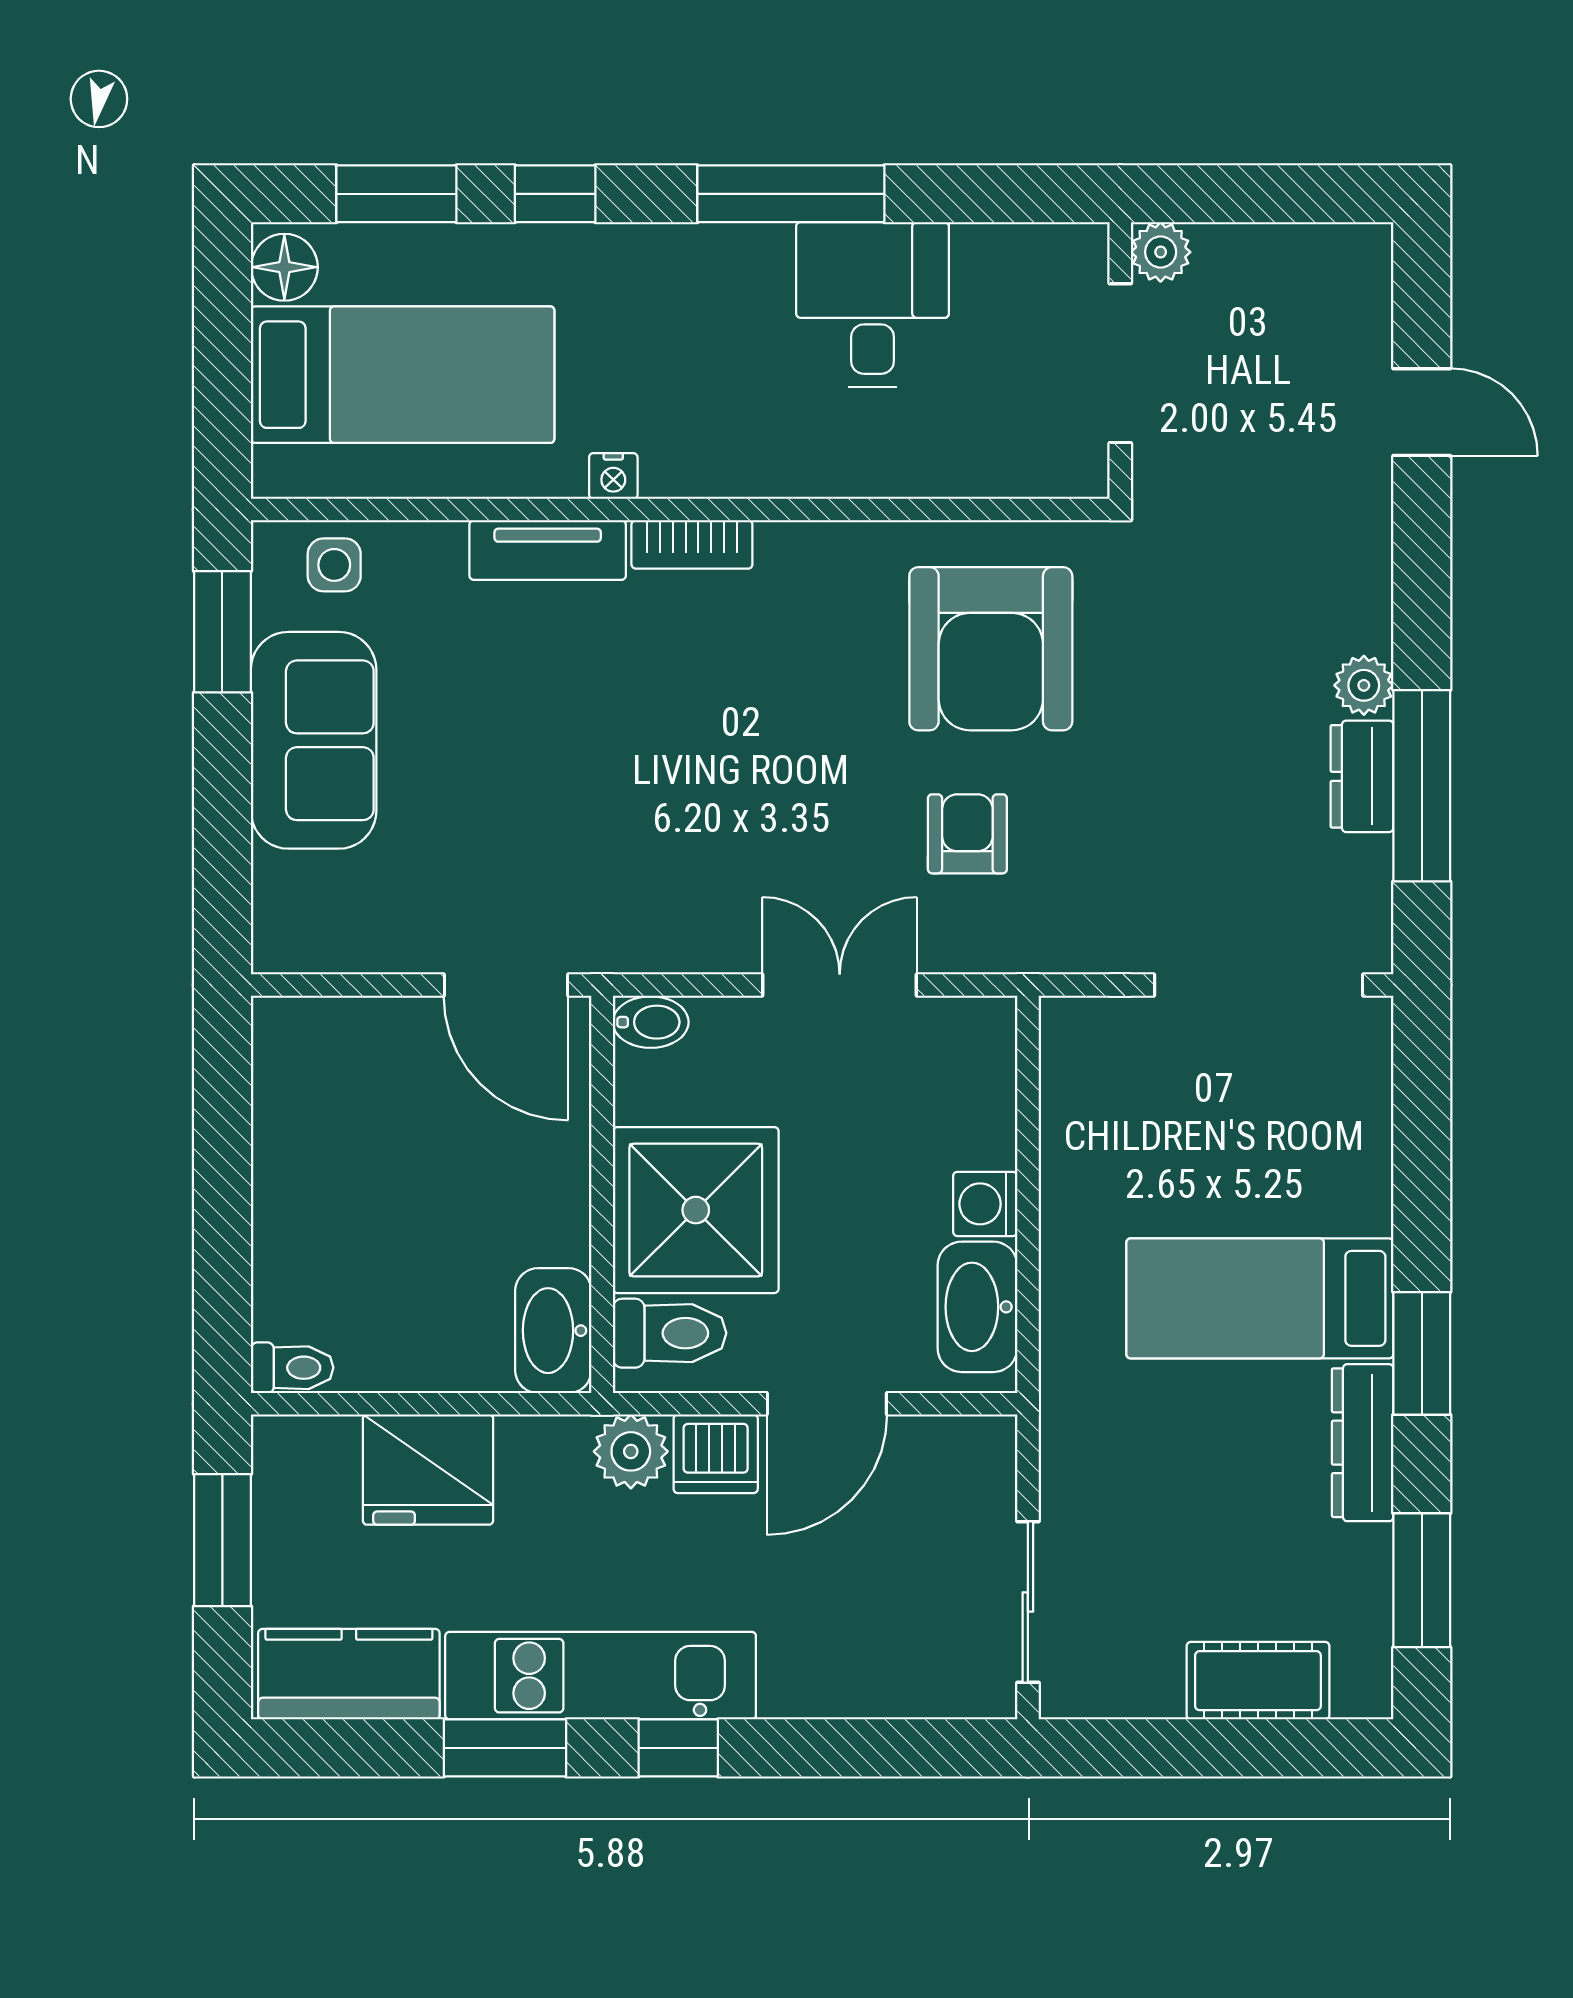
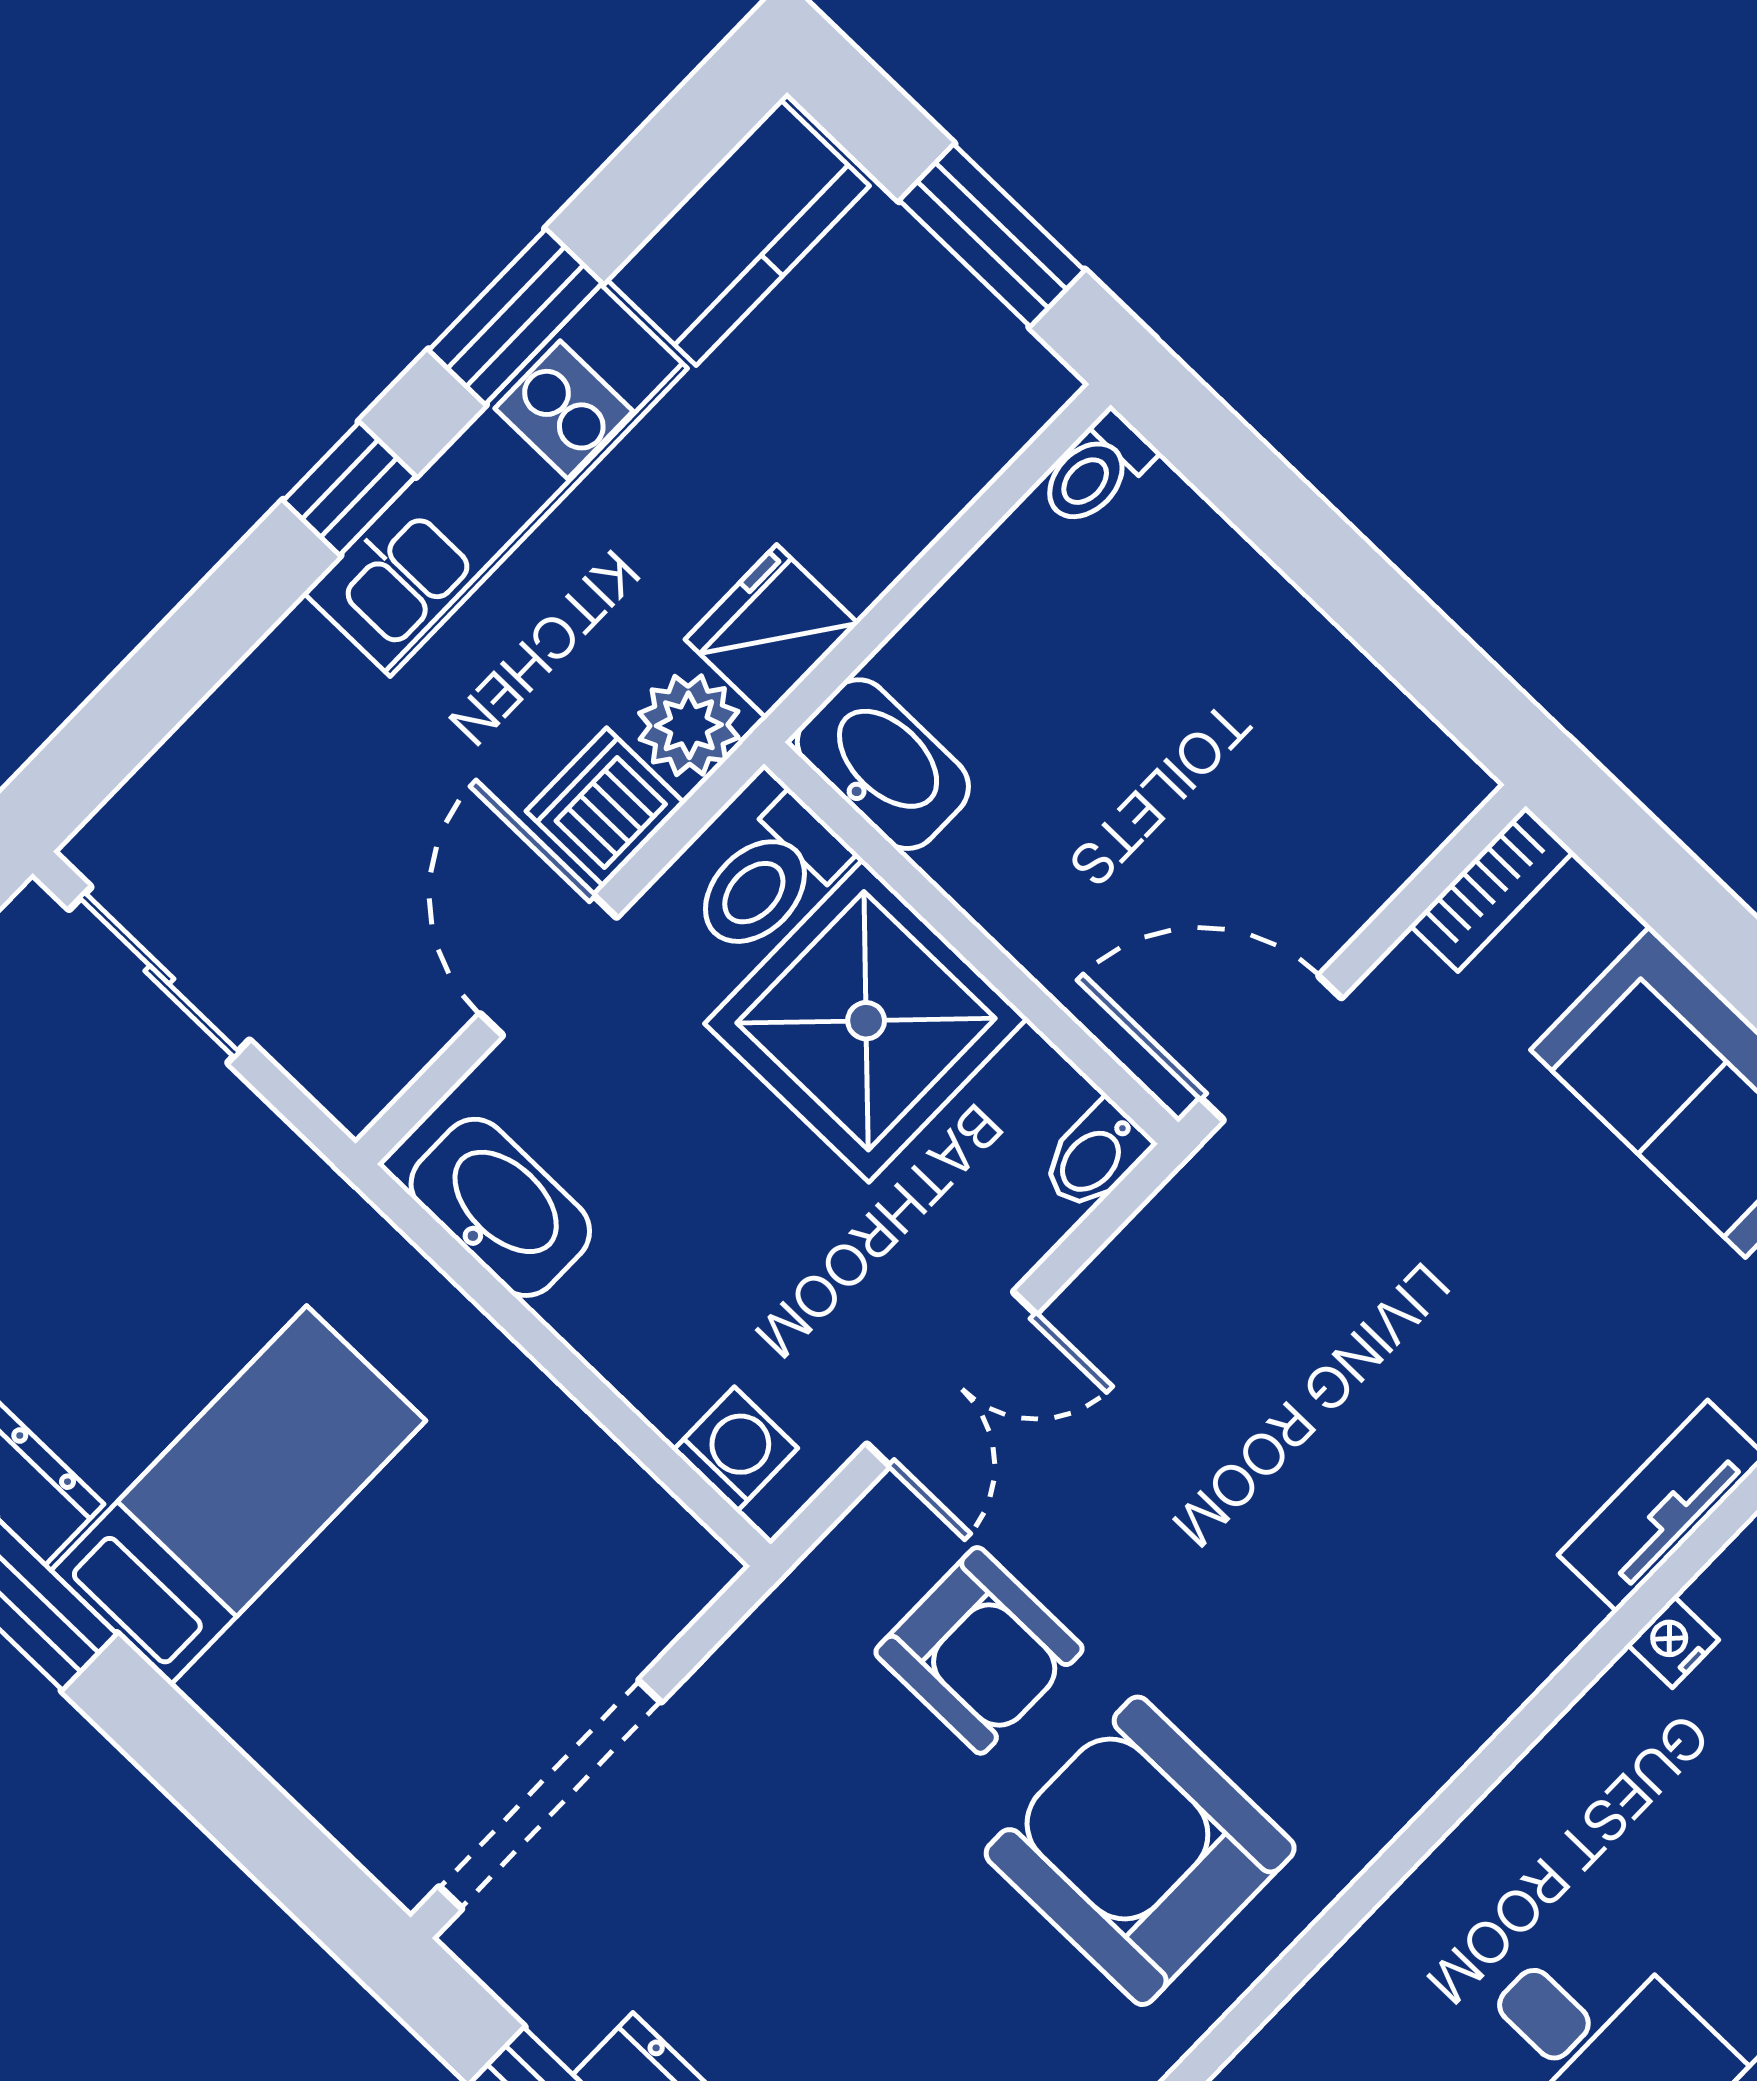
bookcase: (692, 544) -> (1492, 888), moved, turned 180
armchair: (967, 834) -> (979, 1650), width x1.38, depth x1.38
washing machine: (985, 1204) -> (735, 1449), moved
fridge: (428, 1470) -> (772, 631), moved, width x0.73, depth x0.75

